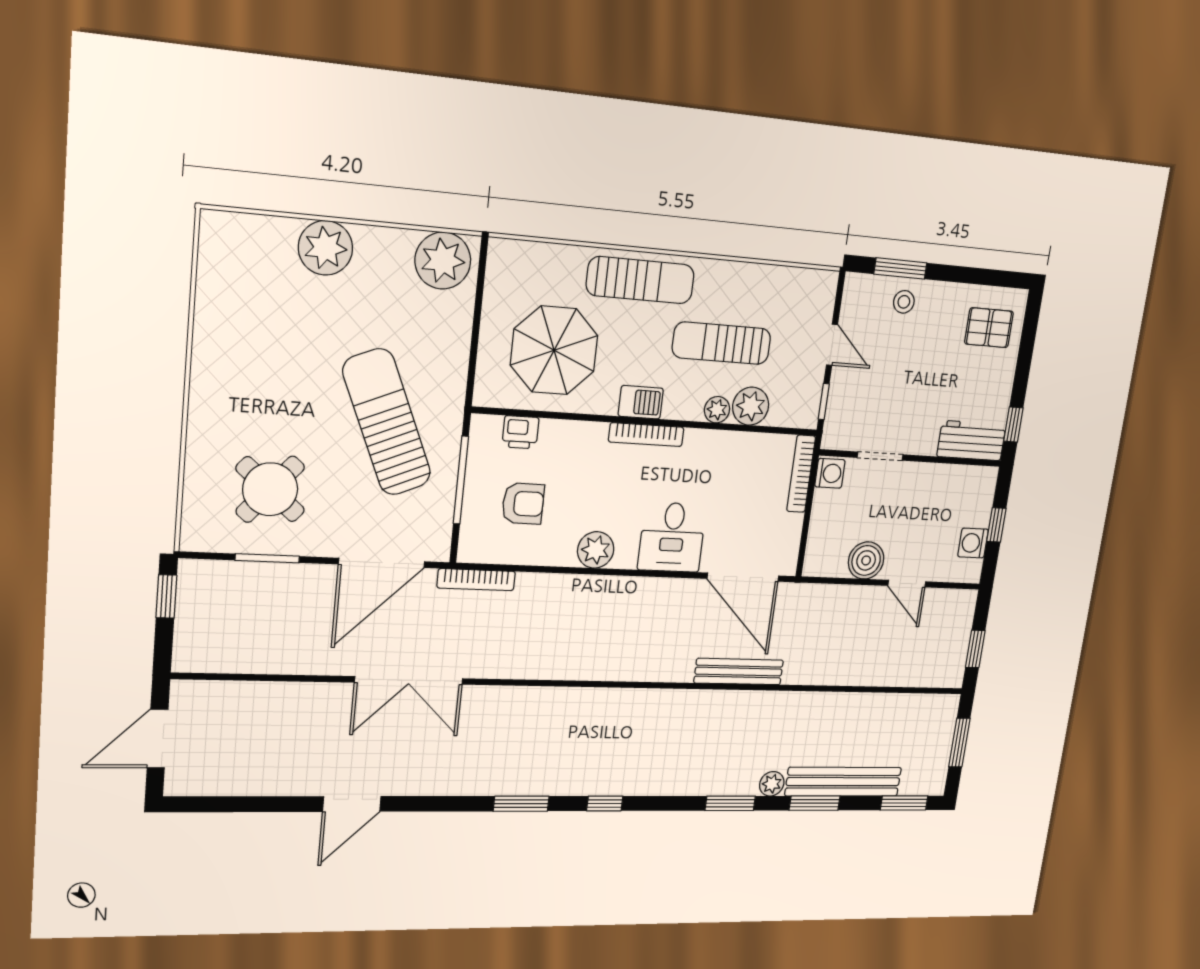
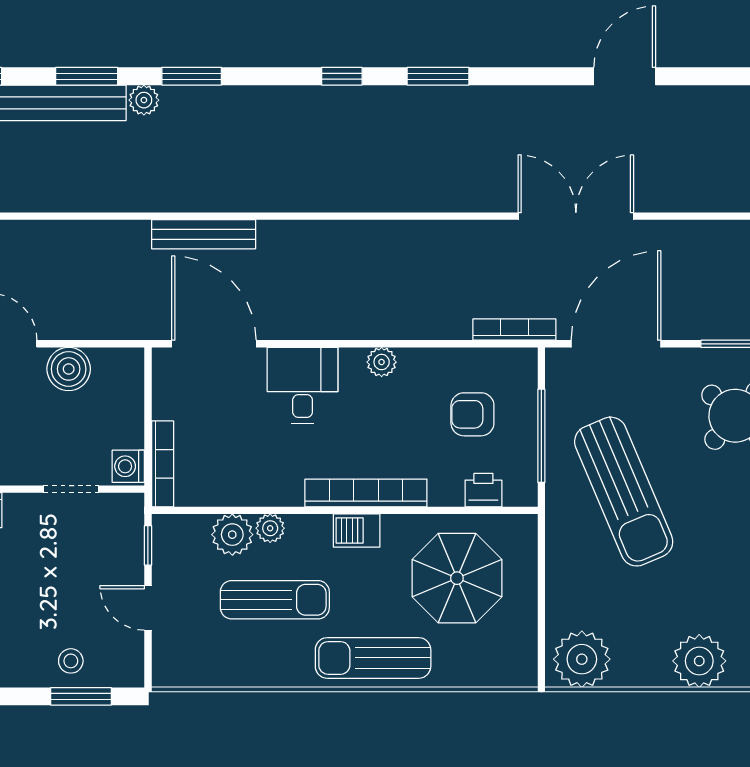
bookcase: (646, 435) -> (366, 493), width x1.48, depth x1.31
plant: (596, 550) -> (382, 362), width x0.73, depth x0.73

